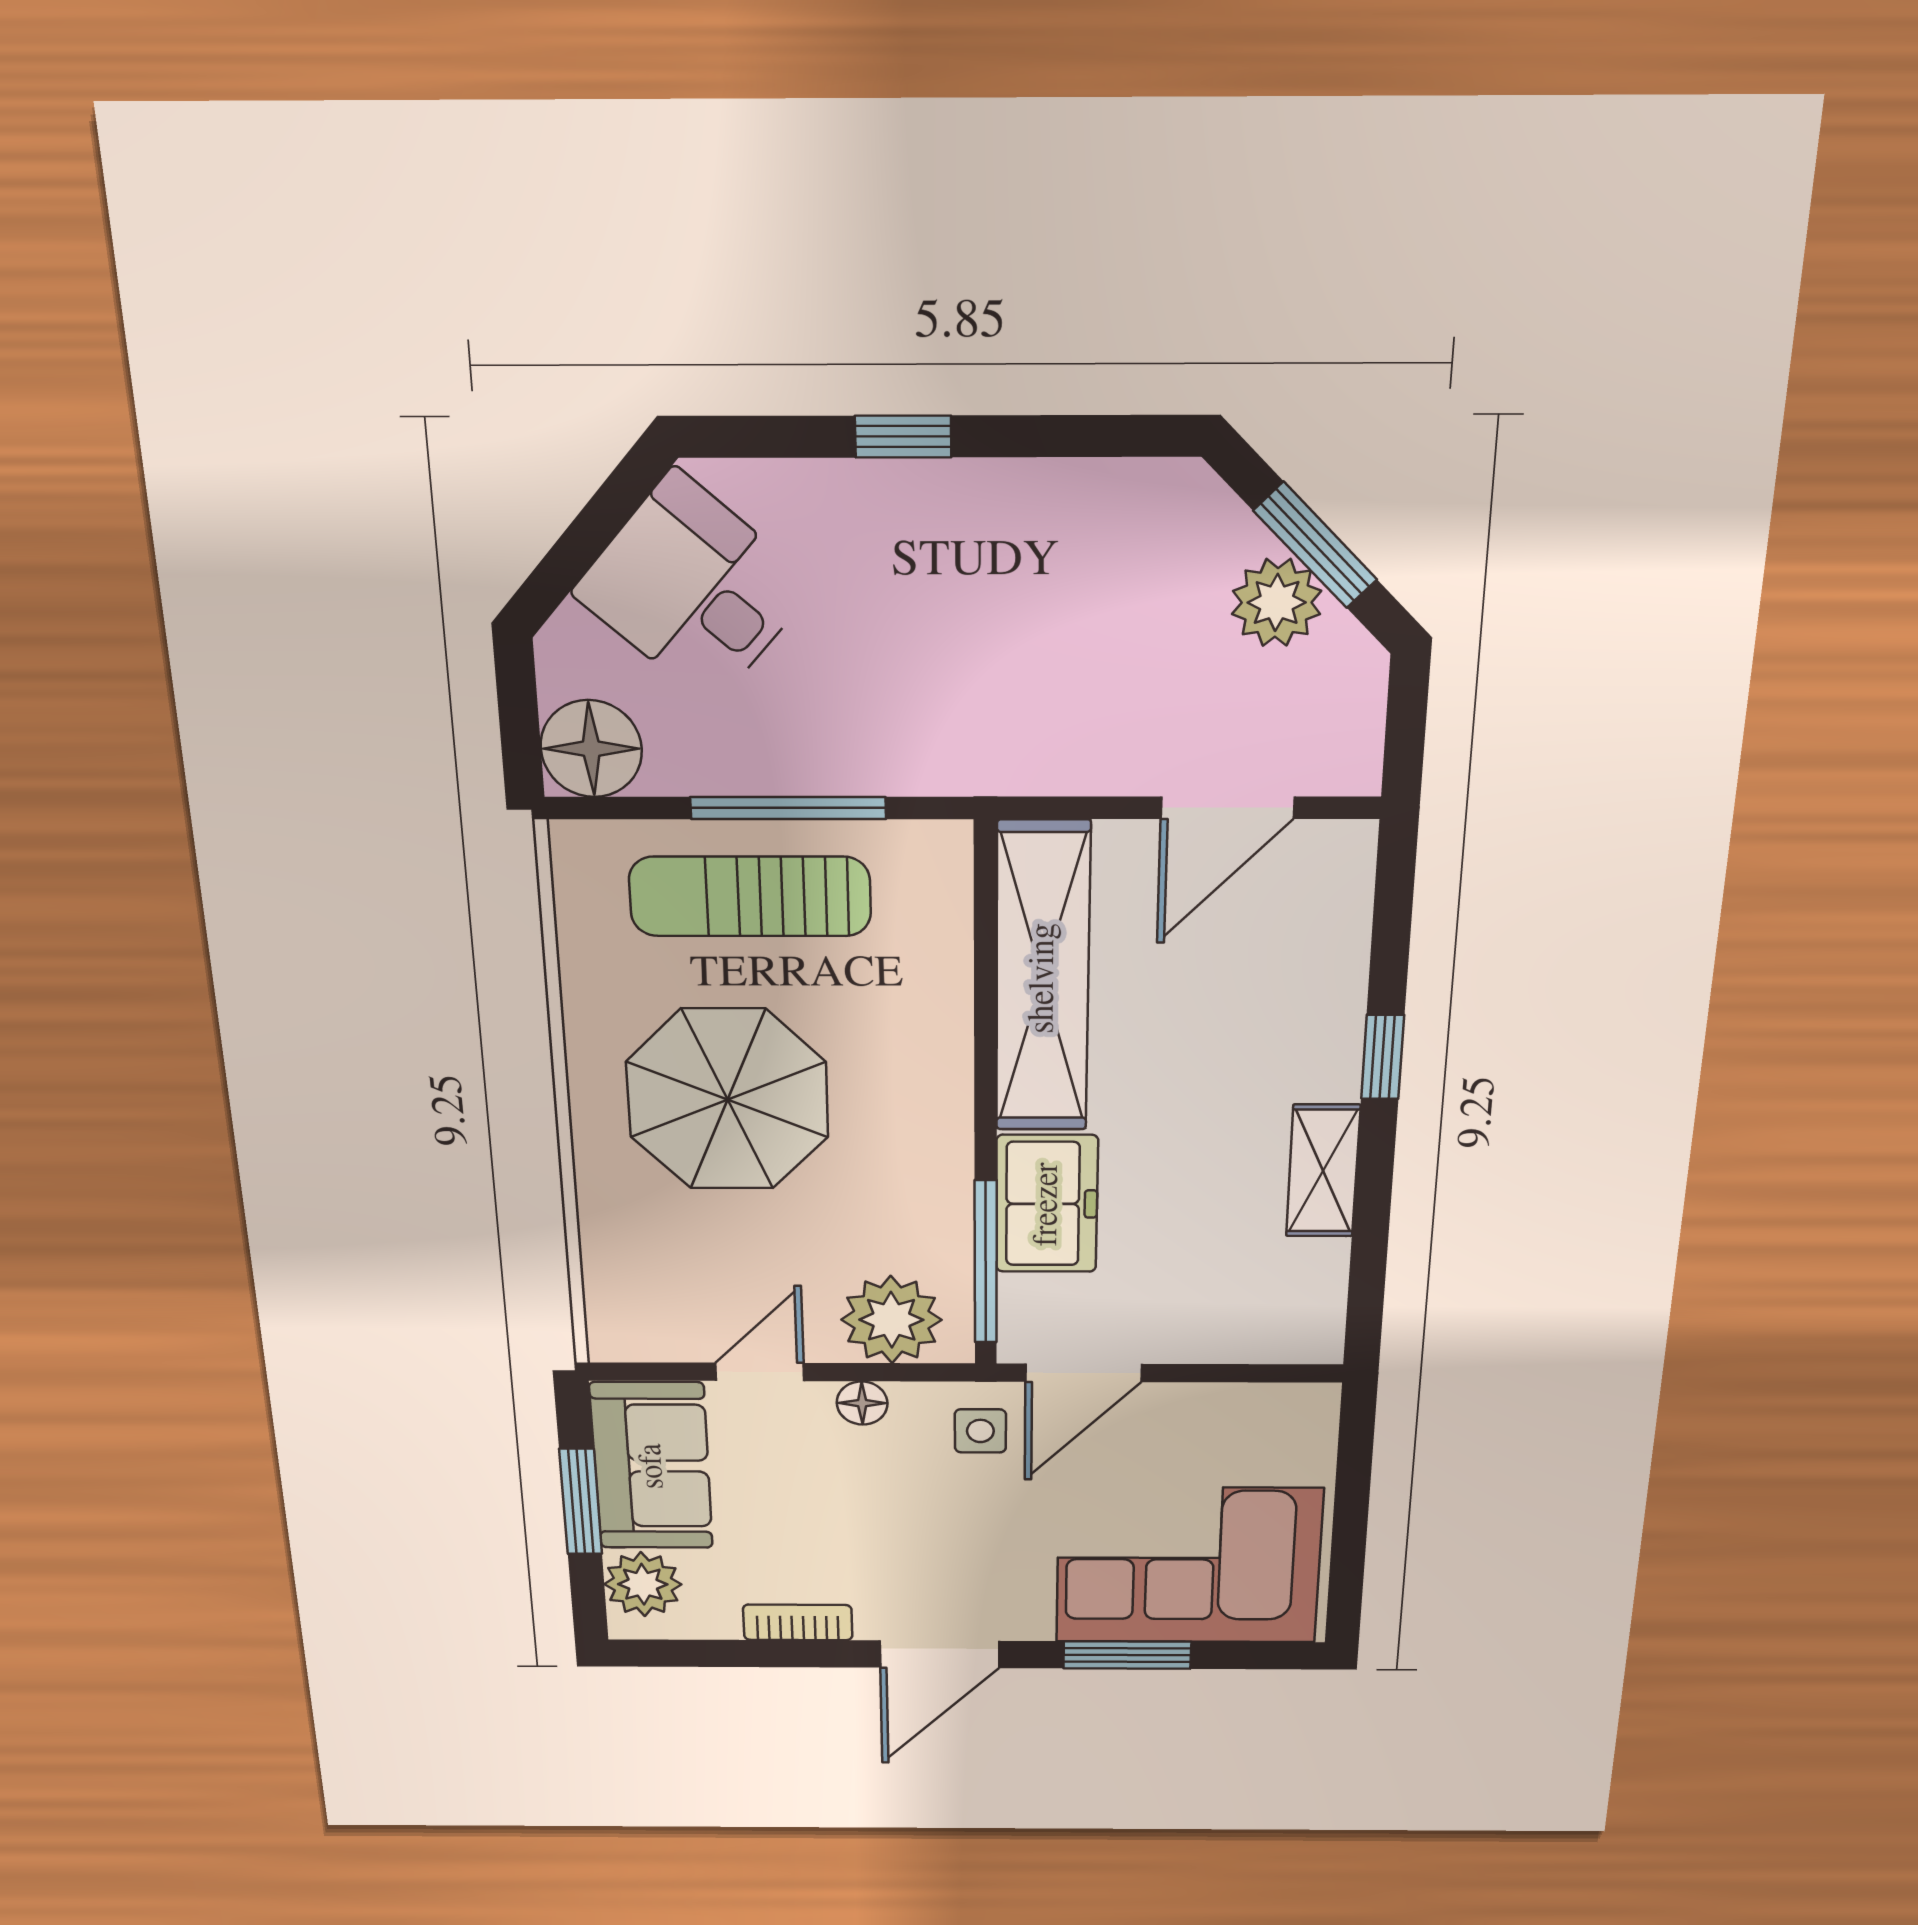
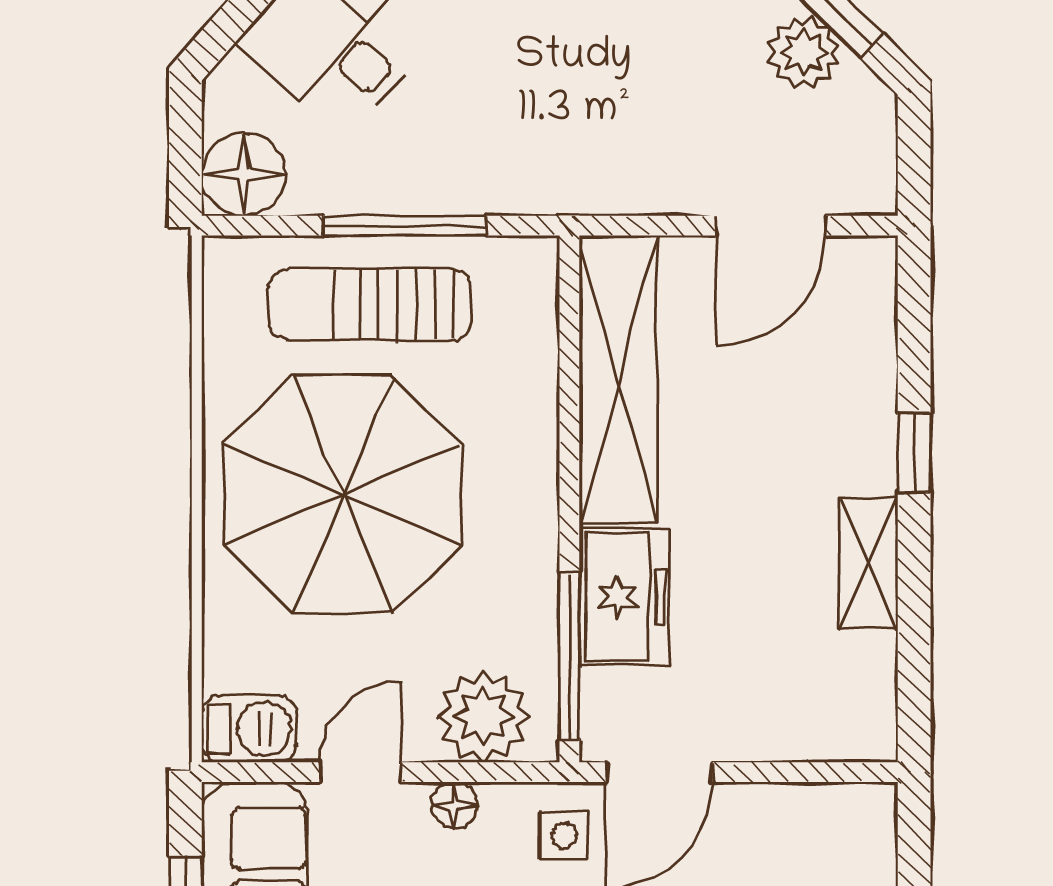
parasol: (728, 1099) -> (343, 494), width x1.36, depth x1.36
barbecue: (637, 1331) -> (249, 729), added

